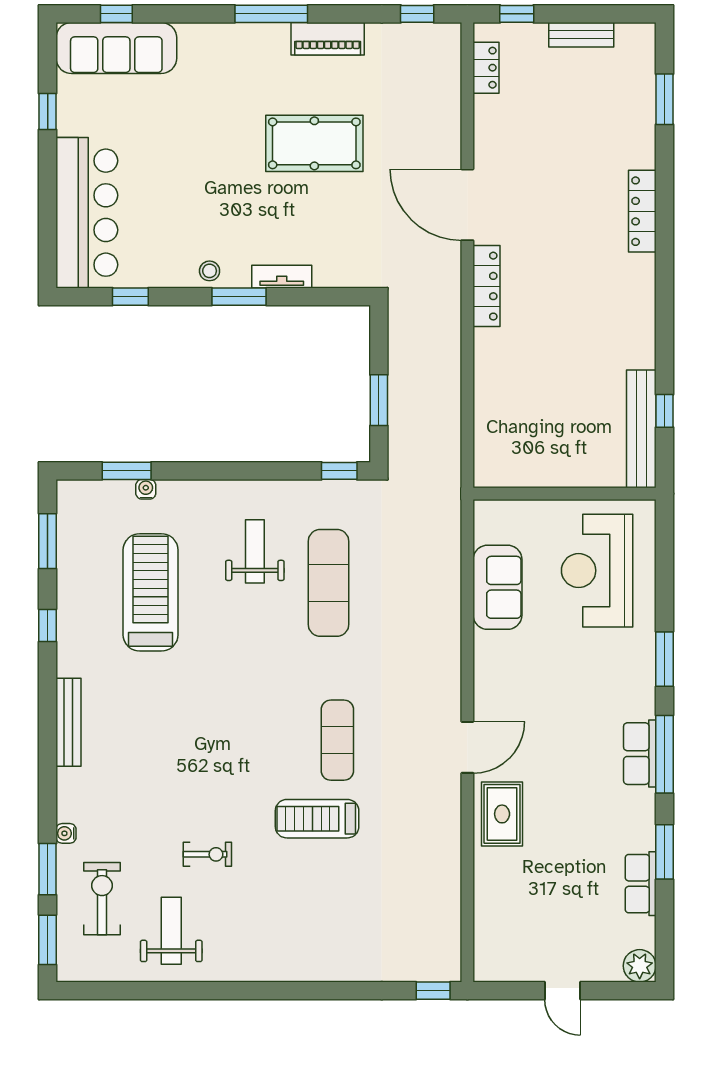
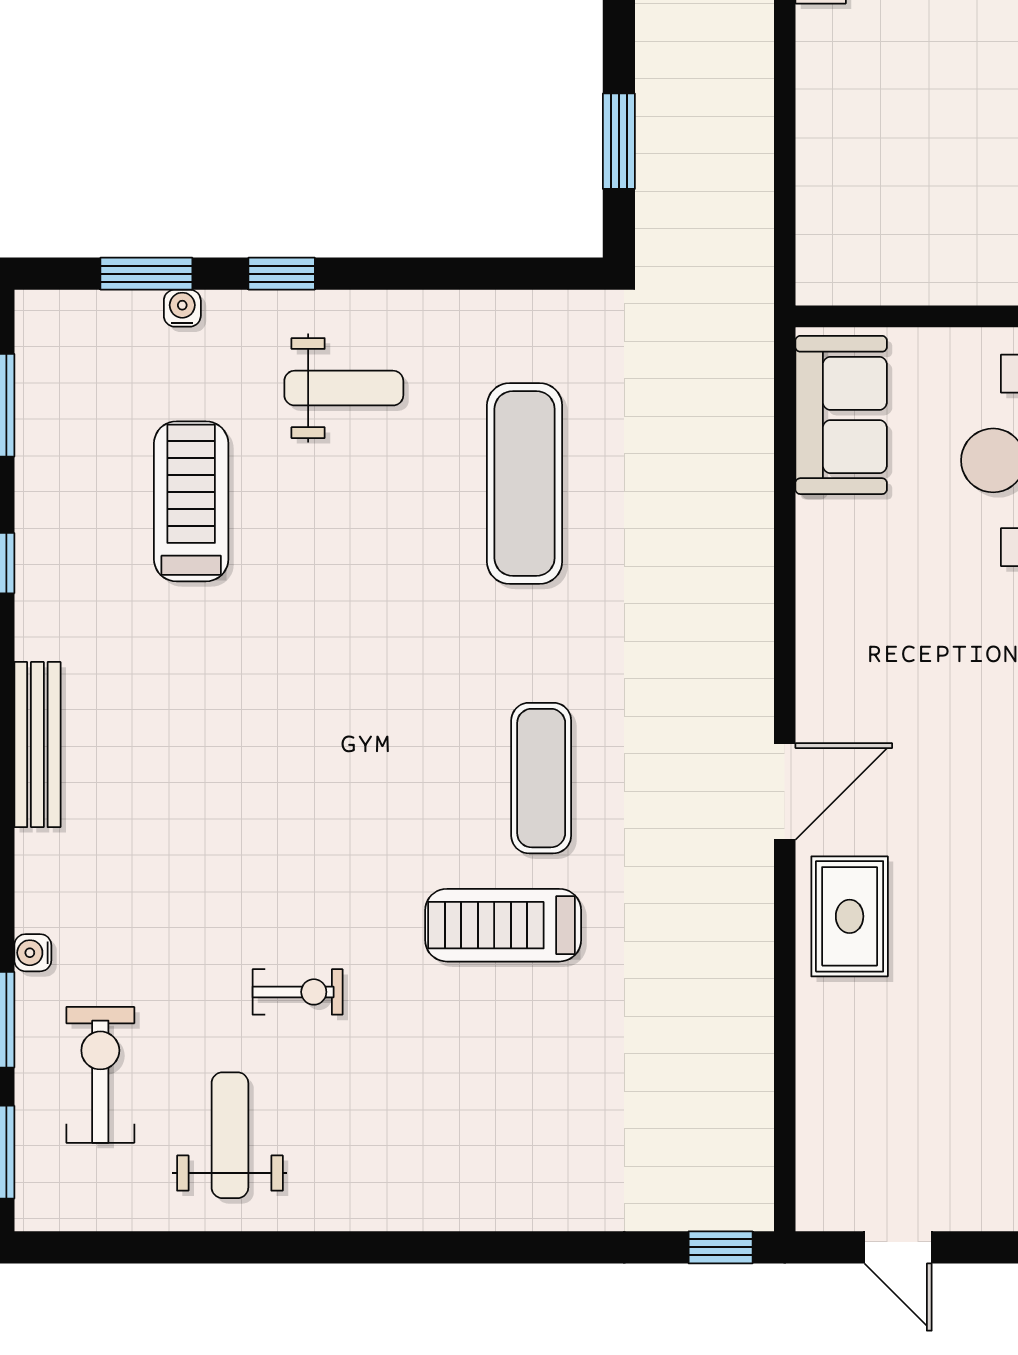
window: (339, 471) -> (282, 274), moved
weight bench: (255, 551) -> (344, 388), moved, turned 90
sofa: (498, 587) -> (841, 415), moved
treadmill: (151, 592) -> (191, 501), width x0.73, depth x0.73
door: (563, 991) -> (898, 1247), moved

